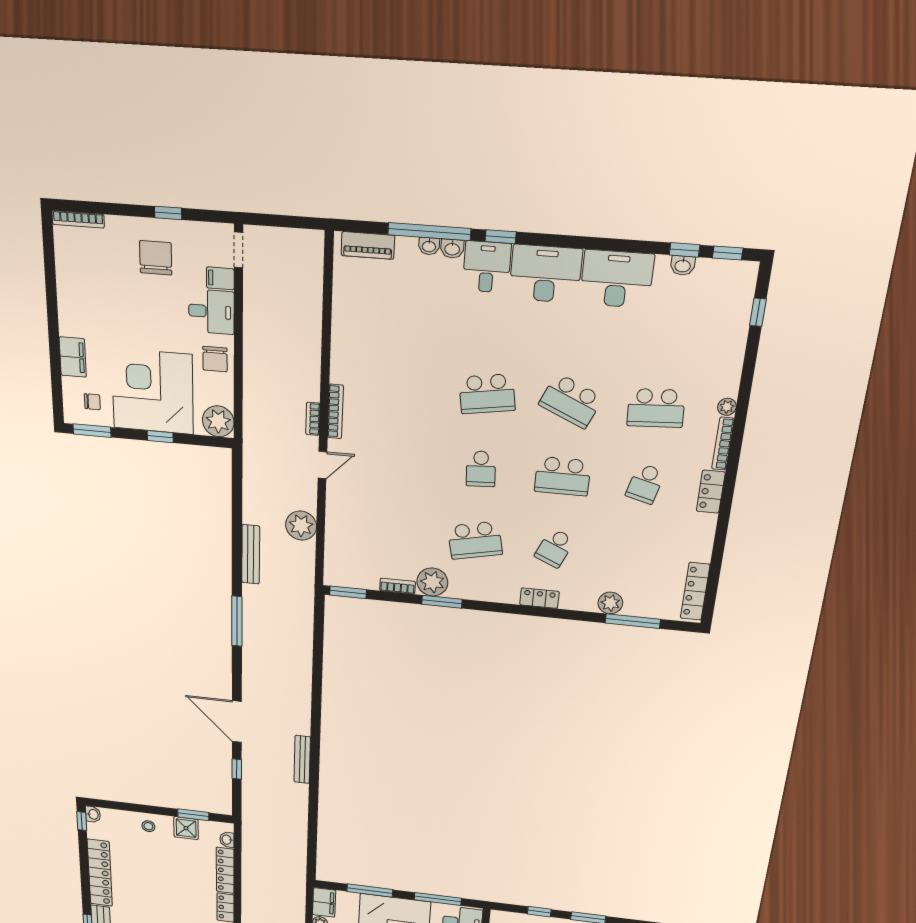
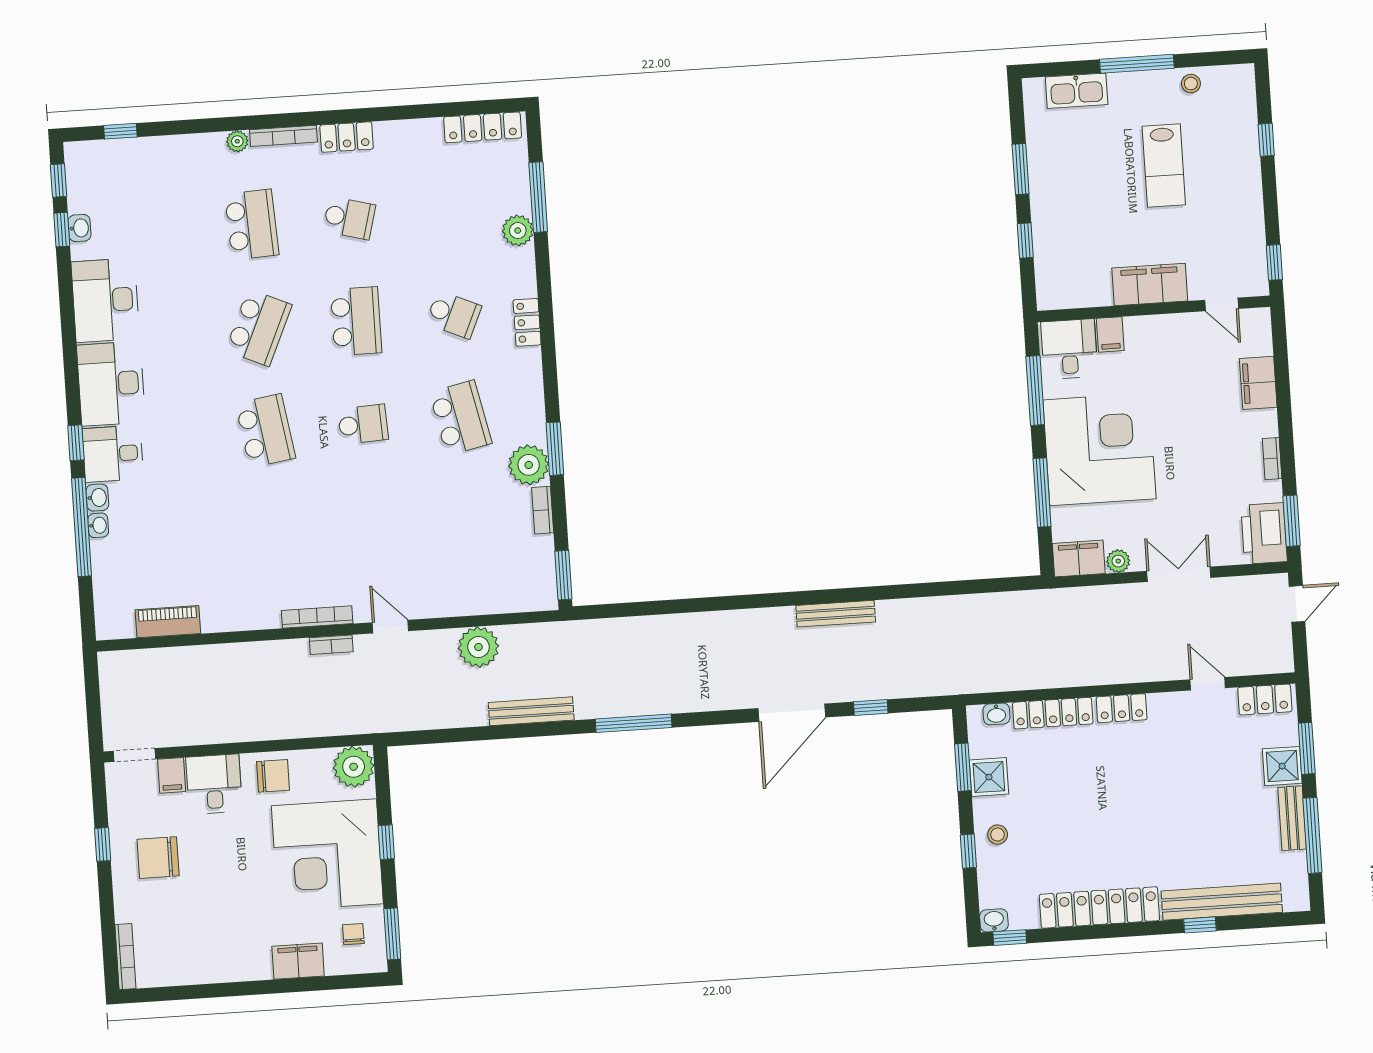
piano: (368, 245) -> (168, 622), moved, turned -90
window: (138, 808) -> (968, 851), added

